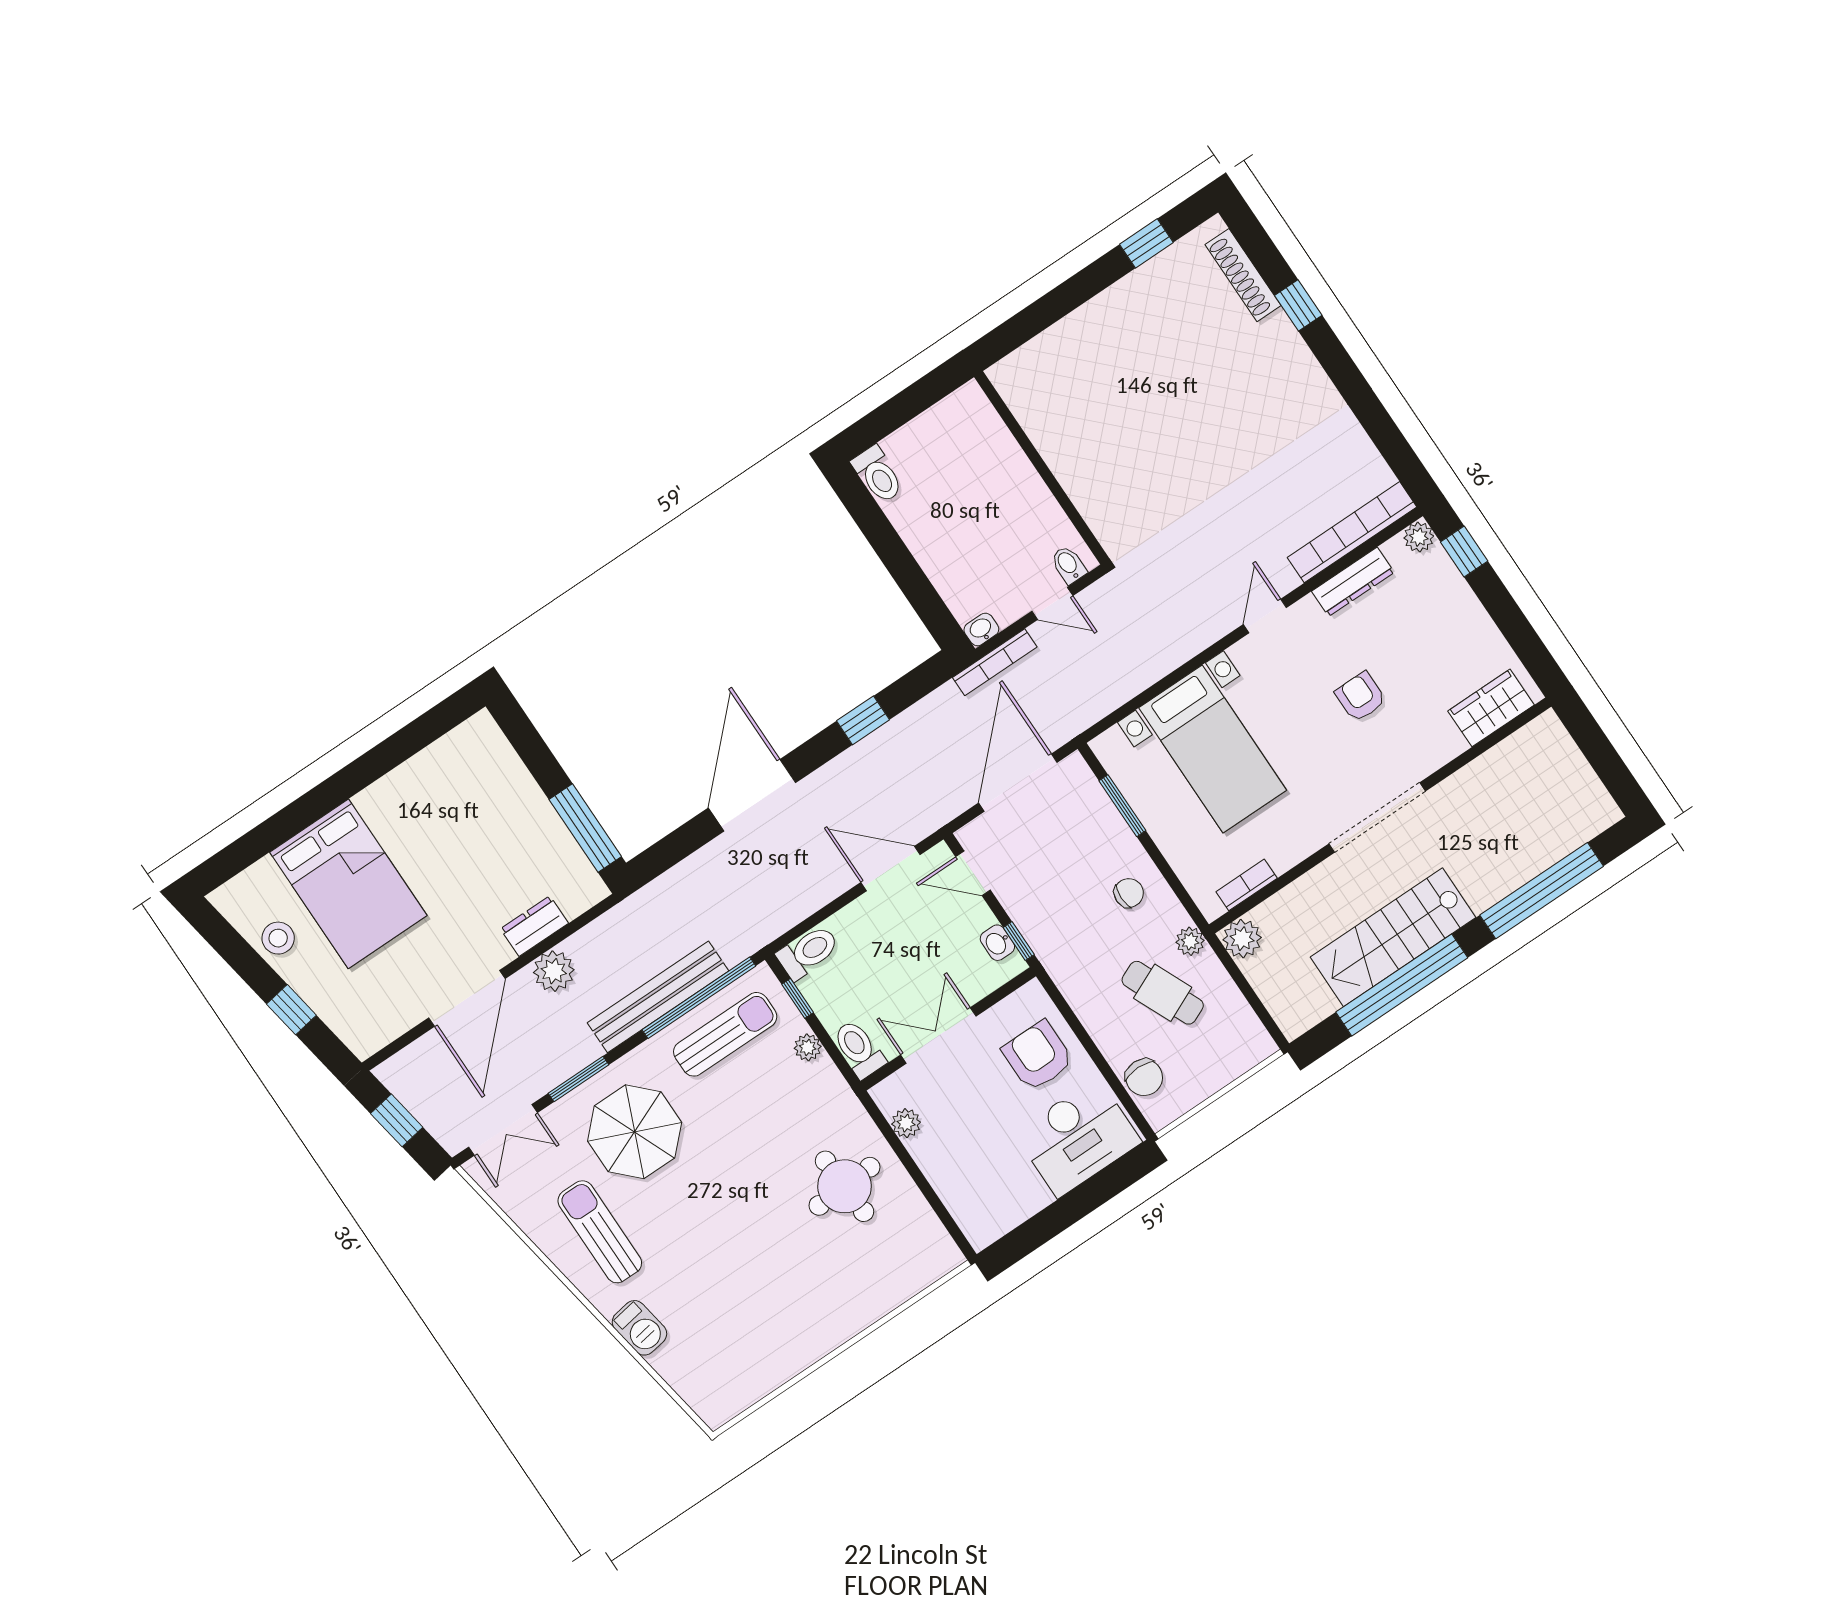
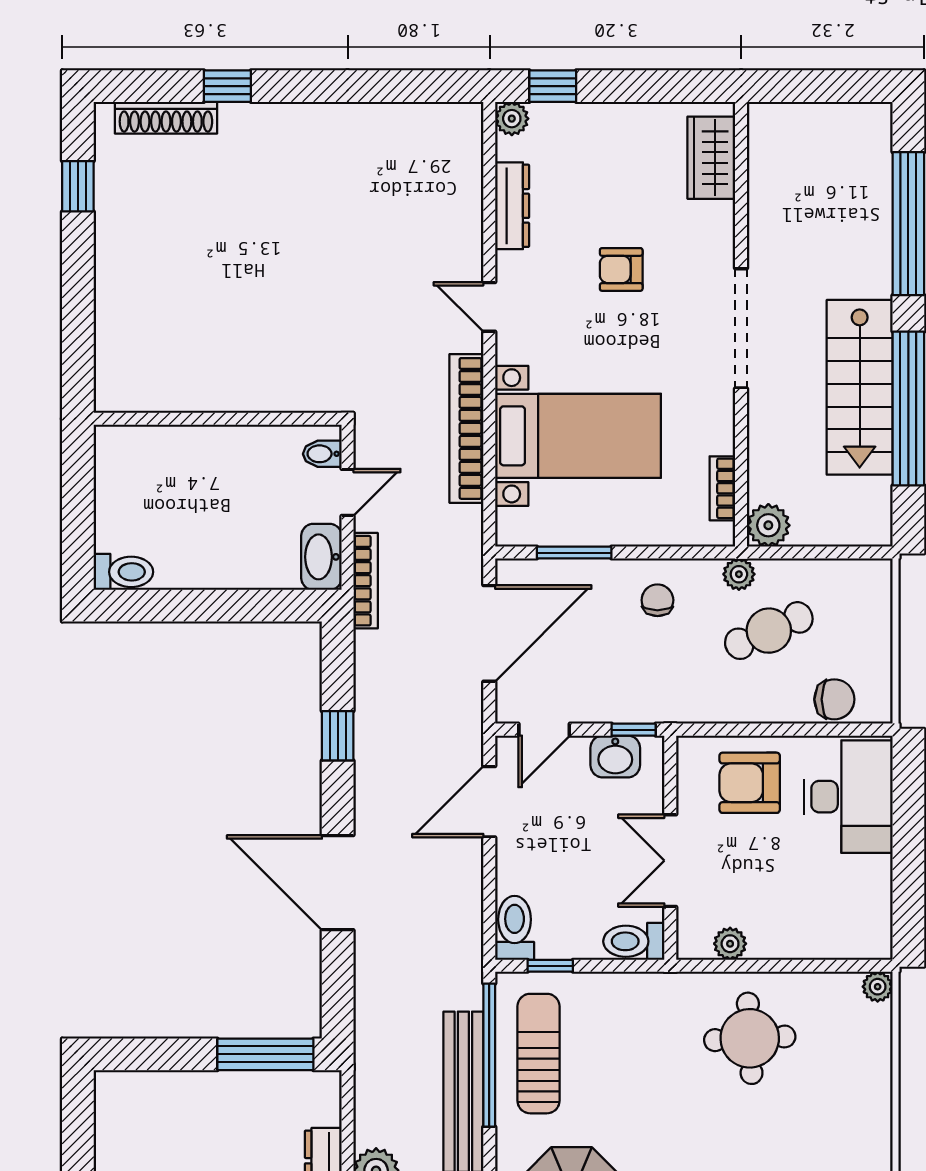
bookcase: (1352, 532) -> (466, 428), moved
washbasin: (981, 629) -> (321, 557), width x1.91, depth x1.45
door: (1018, 783) -> (489, 633), swing flipped
washbasin: (997, 943) -> (615, 757), width x1.38, depth x1.45
plant: (808, 1047) -> (878, 987), moved

